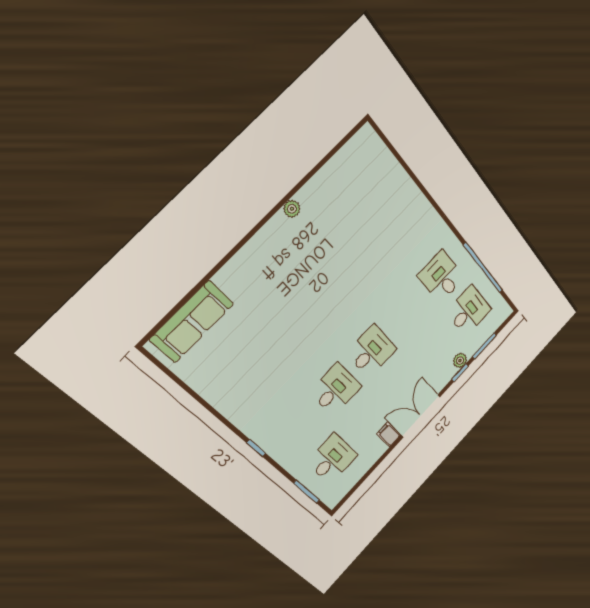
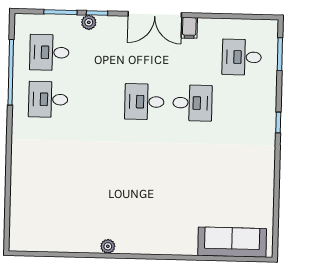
desk: (441, 277) -> (48, 99), turned 90
desk: (336, 389) -> (192, 103), turned 180

